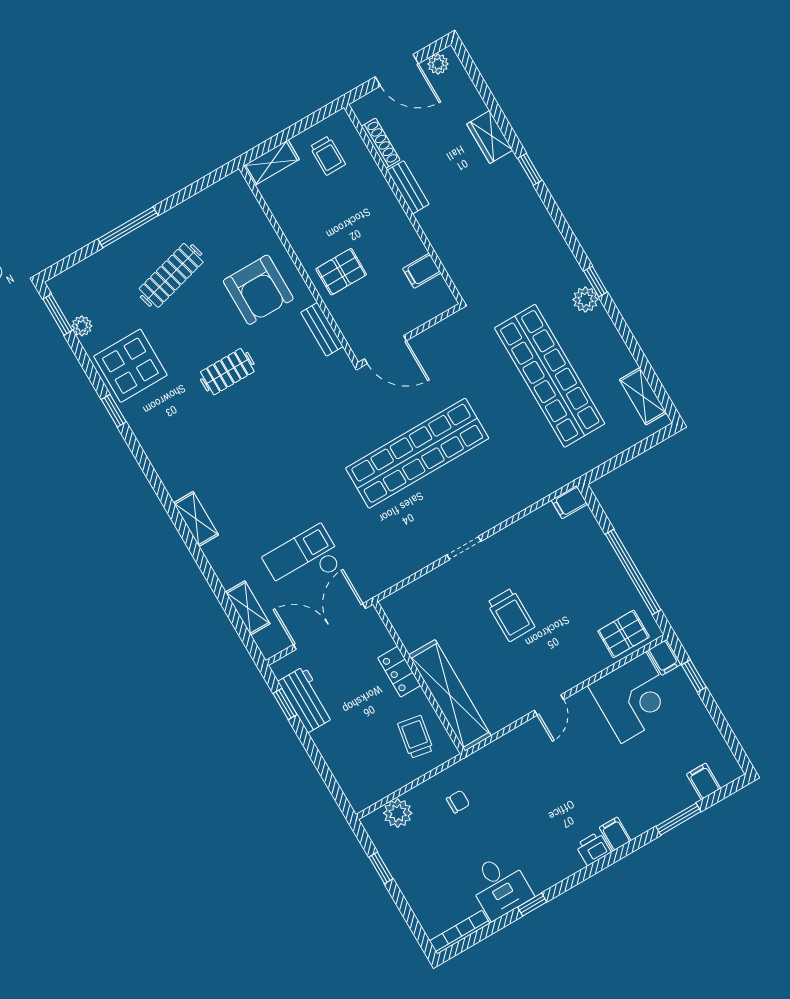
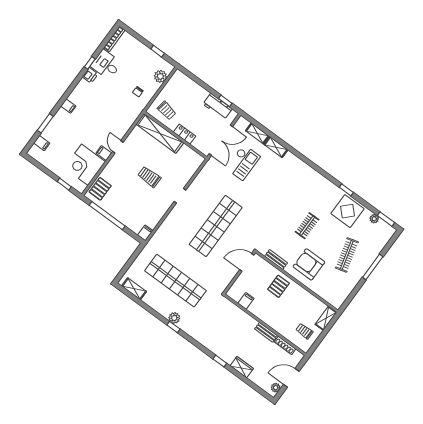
shelving: (196, 519) -> (276, 147), moved
filing cabinet: (664, 658) -> (104, 153), moved
printer: (593, 849) -> (90, 75), moved

